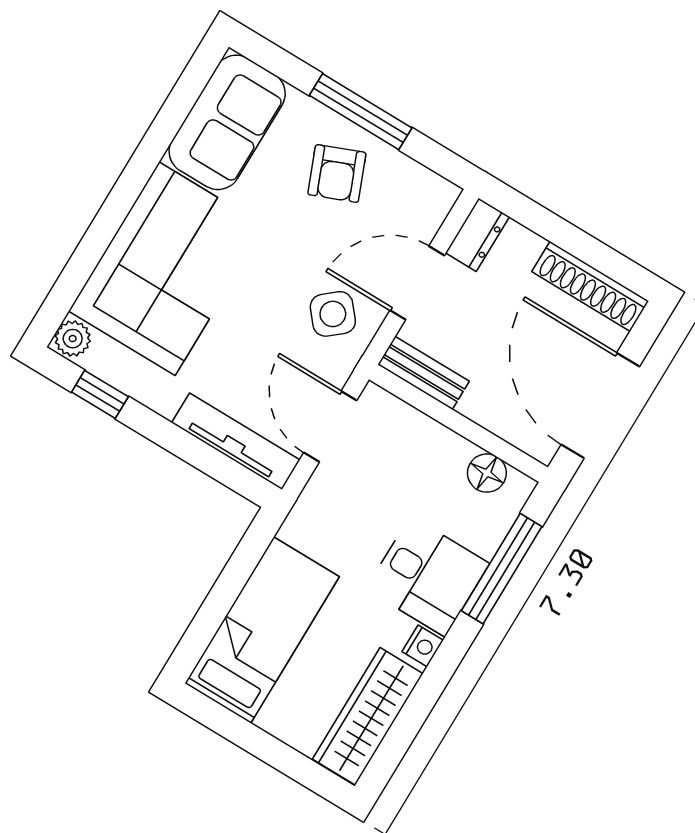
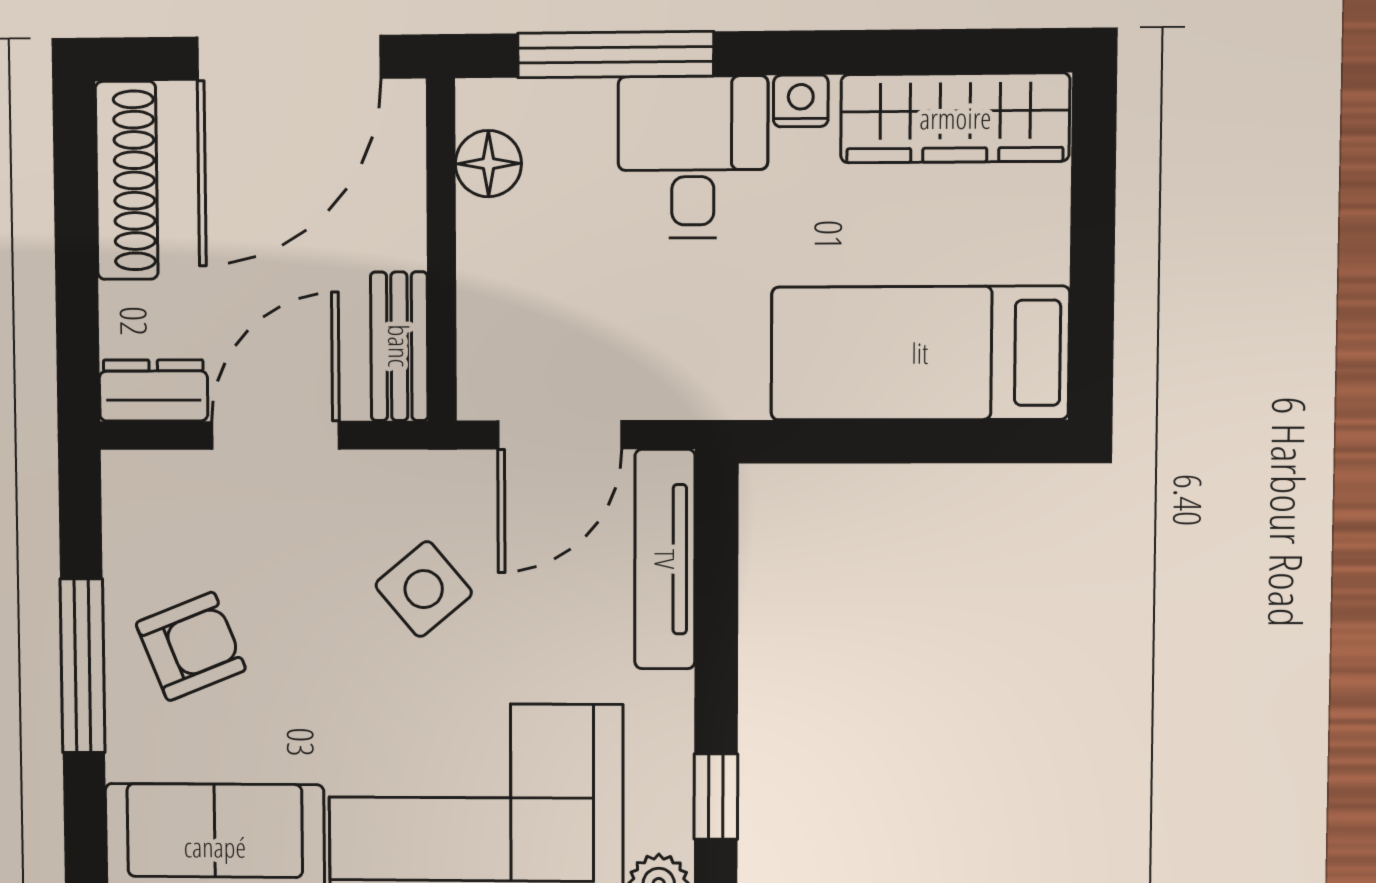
door: (417, 283) -> (276, 435), swing flipped
side table: (333, 314) -> (424, 589), moved

